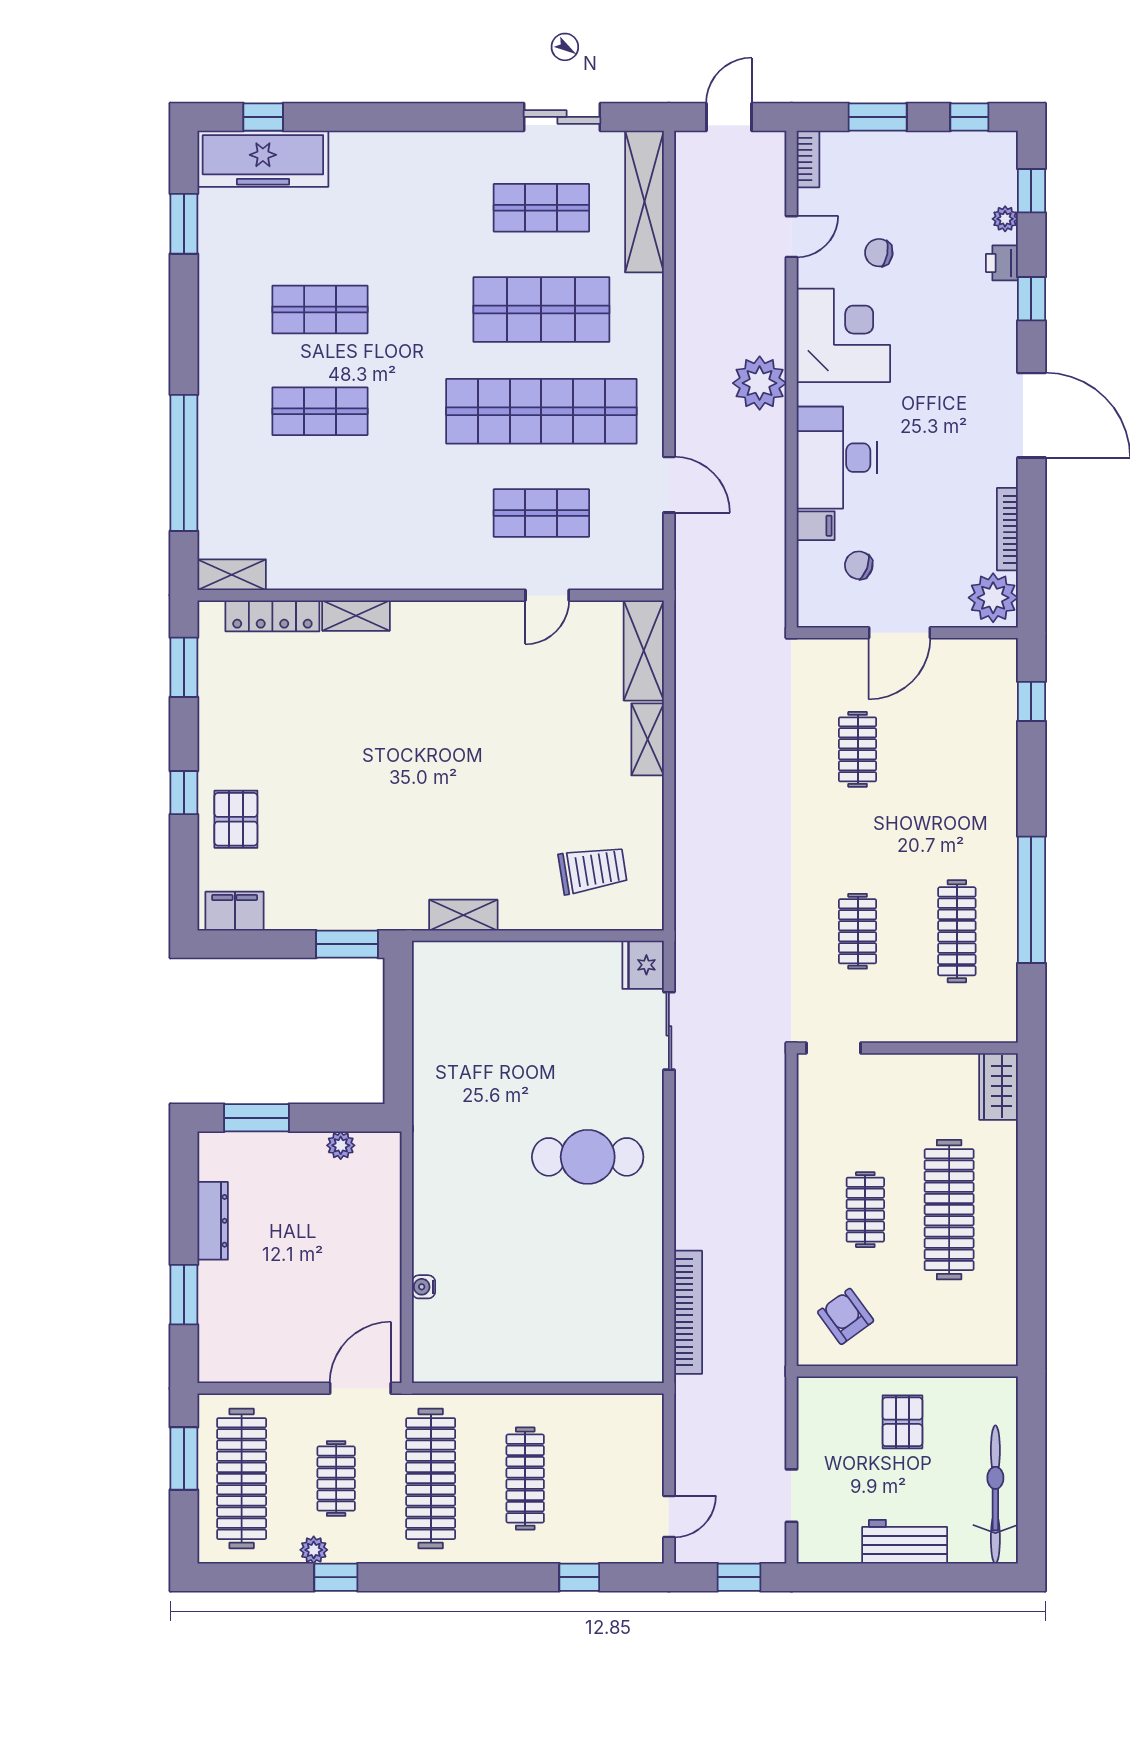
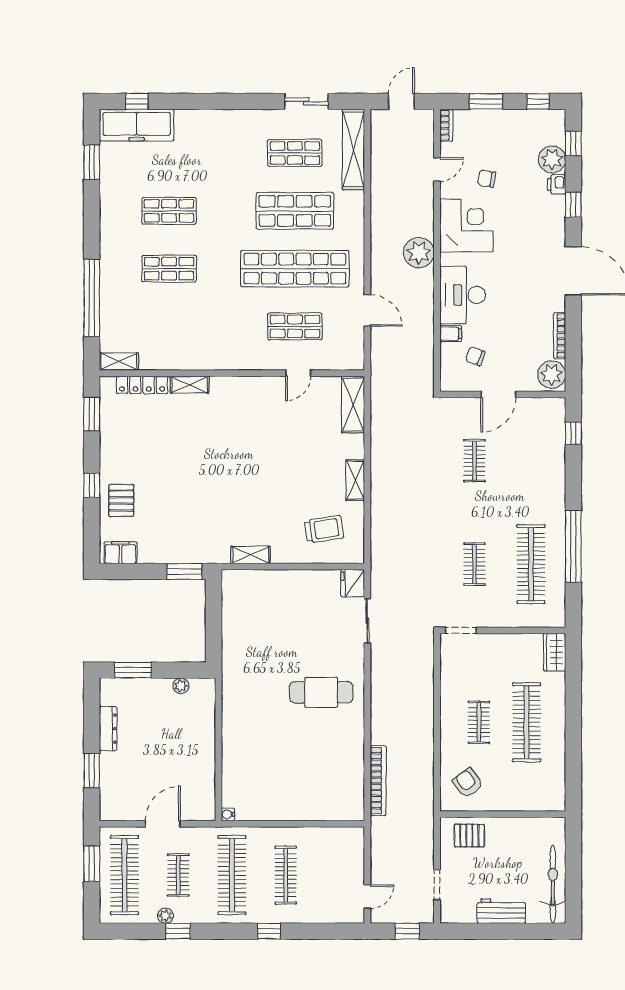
plant: (1005, 219) -> (552, 159), width x1.88, depth x1.88
shelving: (648, 739) -> (355, 480), moved
clothes rail: (957, 931) -> (531, 564), width x1.37, depth x1.31
water cooler: (424, 1287) -> (228, 814), moved
door: (360, 1388) -> (163, 824), moved
pallet: (902, 1422) -> (469, 836), moved, turned 90
window: (579, 1577) -> (269, 931), moved

